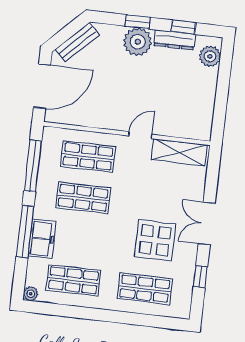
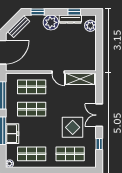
window: (138, 22) -> (38, 12), moved
door: (140, 135) -> (58, 72), swing flipped

